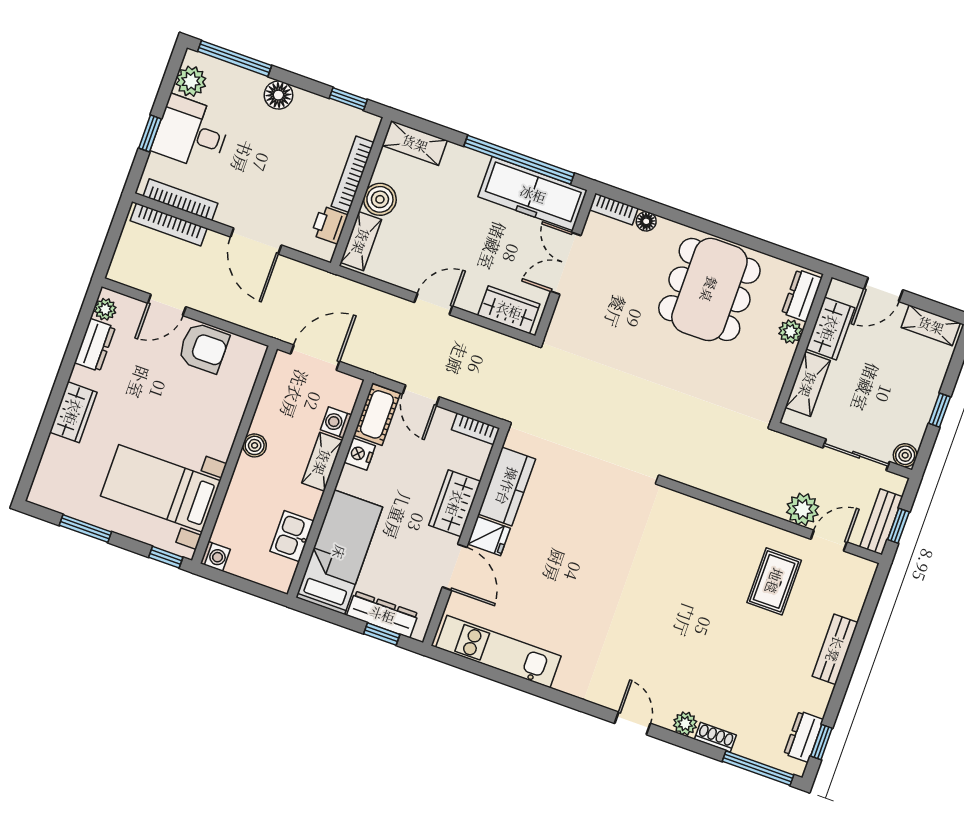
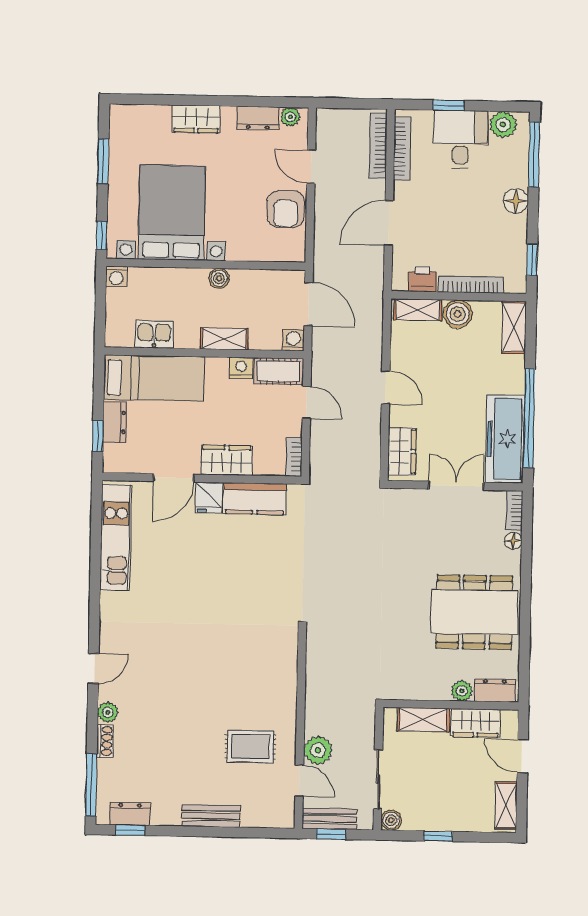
door: (421, 395) -> (307, 402), swing flipped
washing machine: (336, 422) -> (293, 340), moved
bed with nightstands: (161, 488) -> (172, 213), width x1.36
dresser: (382, 614) -> (115, 422), width x0.70

